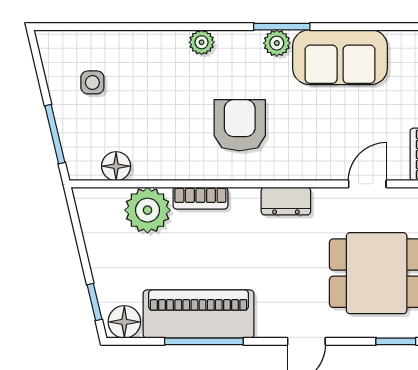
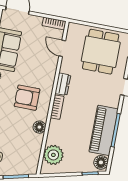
floor lamp: (116, 166) -> (39, 127), moved
bookcase: (200, 198) -> (57, 107), moved
plant: (147, 210) -> (53, 155), moved

